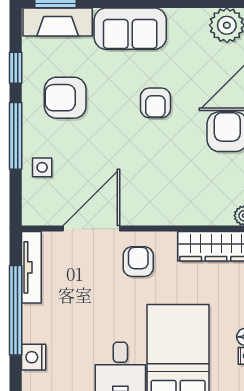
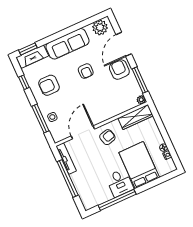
sofa: (130, 29) -> (67, 44), width x1.36
window: (16, 136) -> (40, 119), moved
armchair: (138, 262) -> (107, 137), turned 75
nightstand: (34, 357) -> (83, 194), removed

